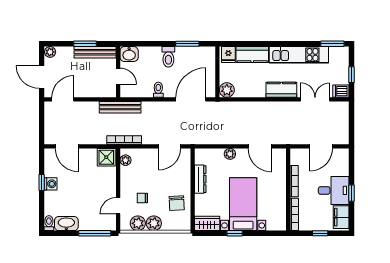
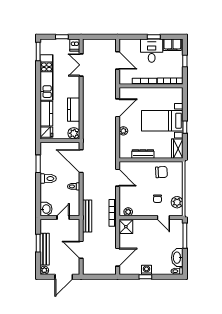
bench: (95, 52) -> (45, 249), moved
kitchen counter: (281, 90) -> (74, 110), moved
door: (63, 99) -> (81, 250), moved
plant: (154, 223) -> (177, 190), removed

